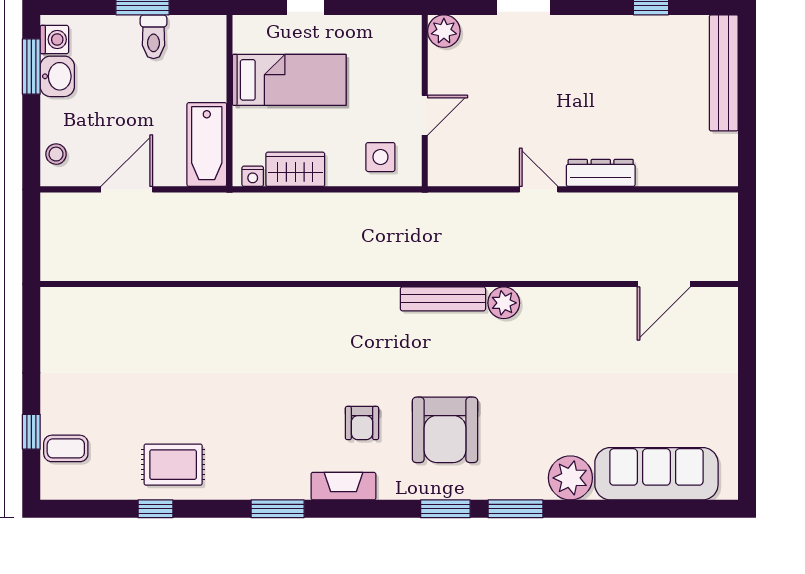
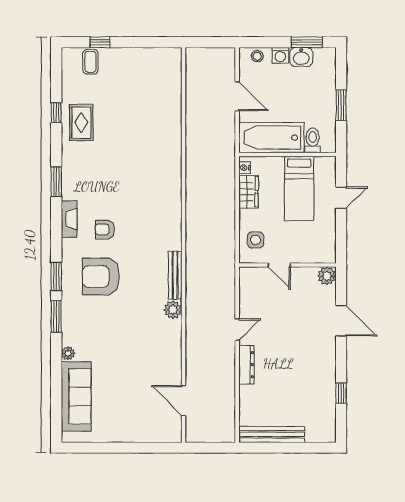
toilet: (154, 37) -> (313, 140), moved, turned 90
washing machine: (54, 39) -> (280, 55), moved
bench: (724, 73) -> (272, 434), moved
bathtub: (207, 144) -> (271, 138), width x1.36, depth x1.36
plant: (570, 478) -> (68, 353), width x0.53, depth x0.53

